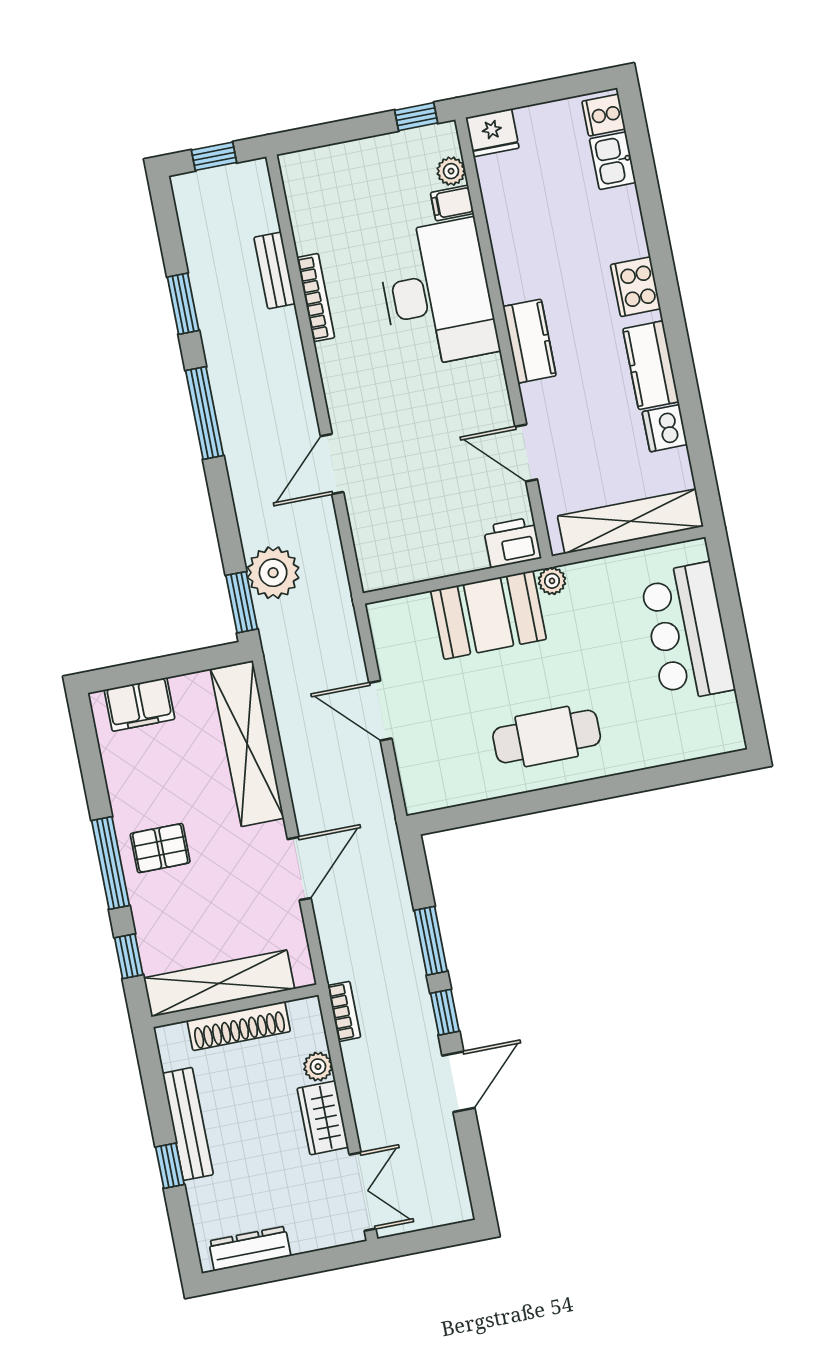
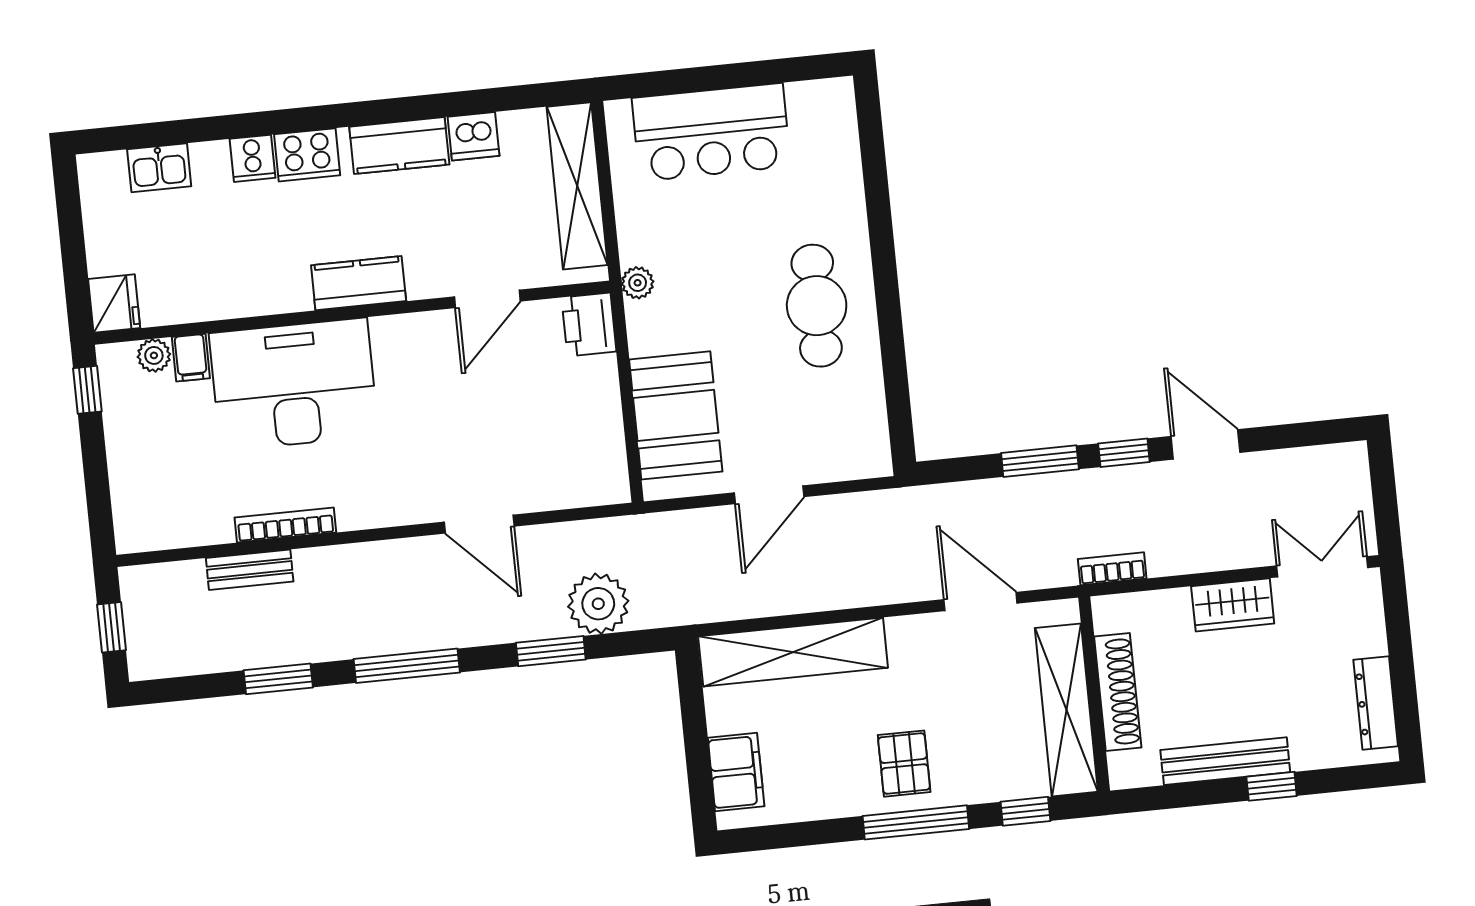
cooker: (604, 115) -> (252, 158), moved
window: (242, 602) -> (551, 651), moved
booth: (489, 615) -> (676, 415), moved
door: (299, 869) -> (981, 601), moved
plant: (318, 1067) -> (1173, 605), removed

